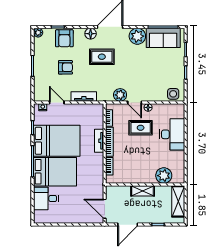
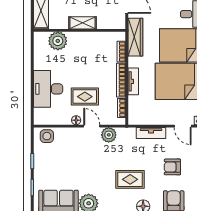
wardrobe: (97, 179) -> (135, 37), added

